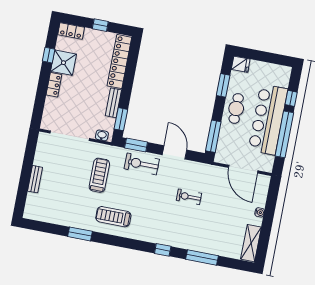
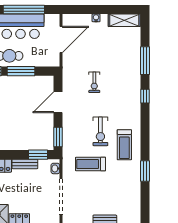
window: (213, 136) -> (21, 71), moved
exercise bike: (142, 164) -> (100, 131), moved

